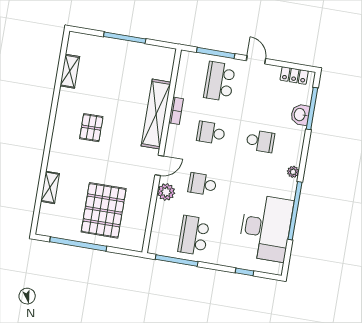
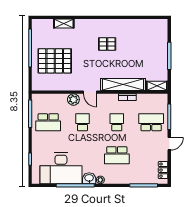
shelving: (70, 71) -> (157, 86), moved
washbasin: (300, 115) -> (89, 178), moved
school desk: (260, 141) -> (117, 155), width x1.85
school desk: (194, 235) -> (48, 122), turned 180

